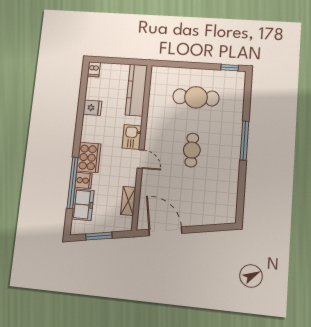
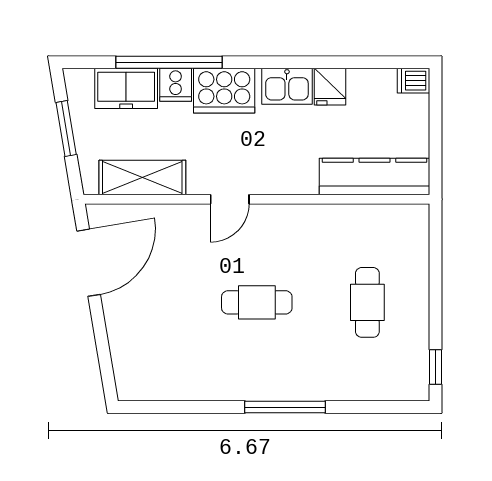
cafe table: (196, 97) -> (367, 302), width x0.73, depth x0.74
kitchen sink: (132, 137) -> (287, 86), moved, turned 180
shelving: (128, 201) -> (142, 177), width x1.50, depth x1.33

